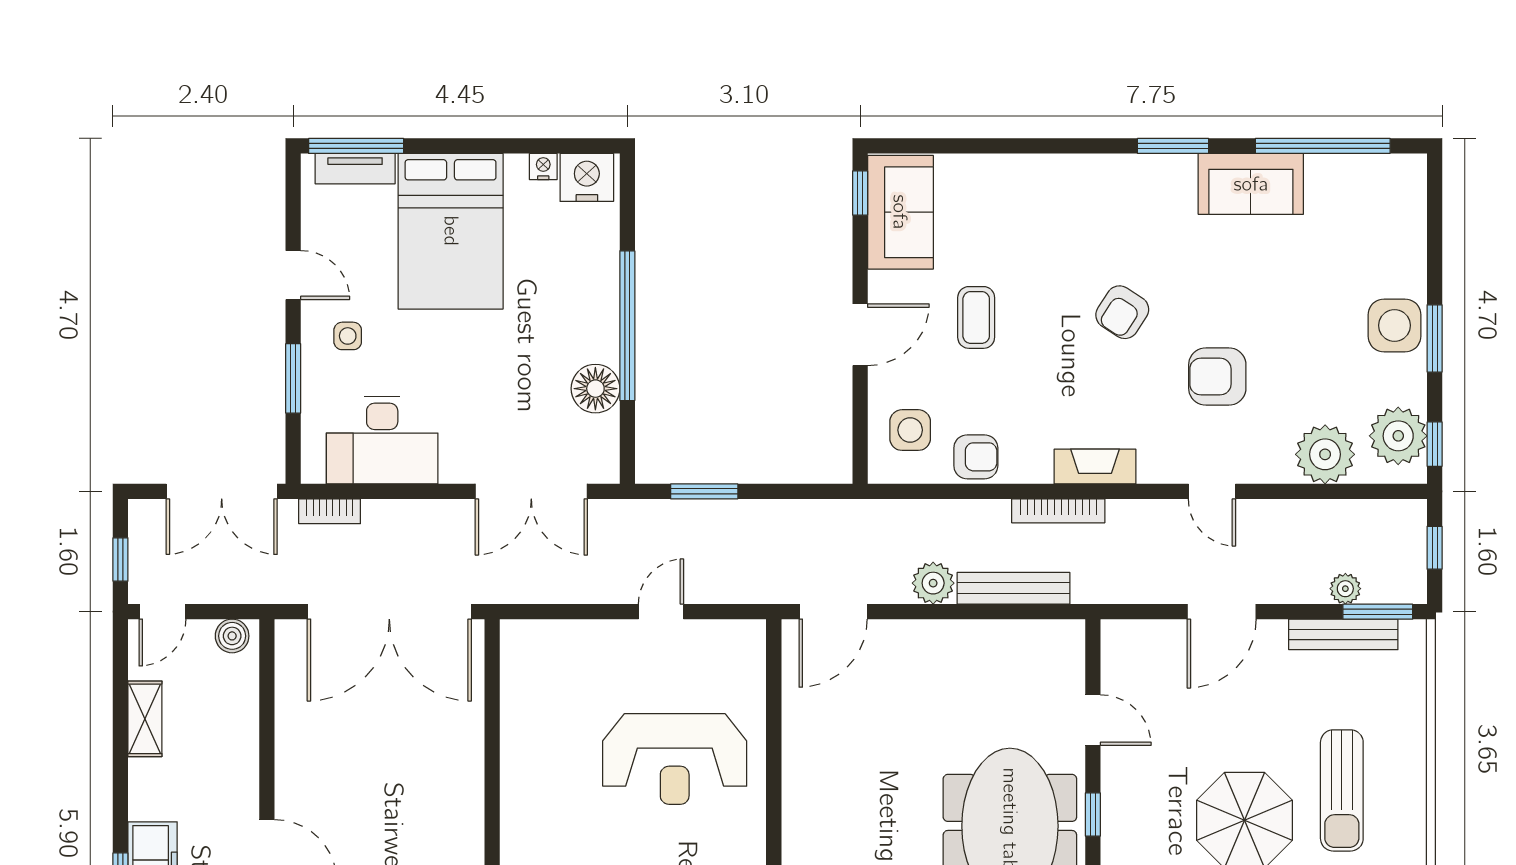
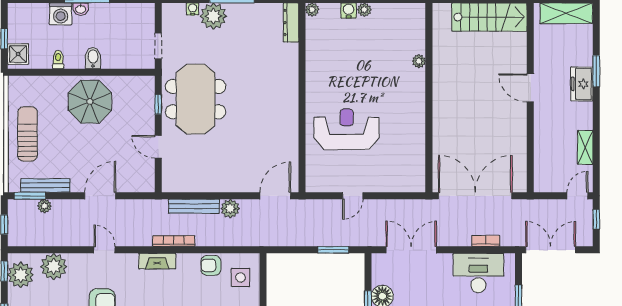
bookcase: (330, 511) -> (486, 241), moved
boiler: (232, 636) -> (546, 185), removed
sun lounger: (1342, 790) -> (28, 134), moved

